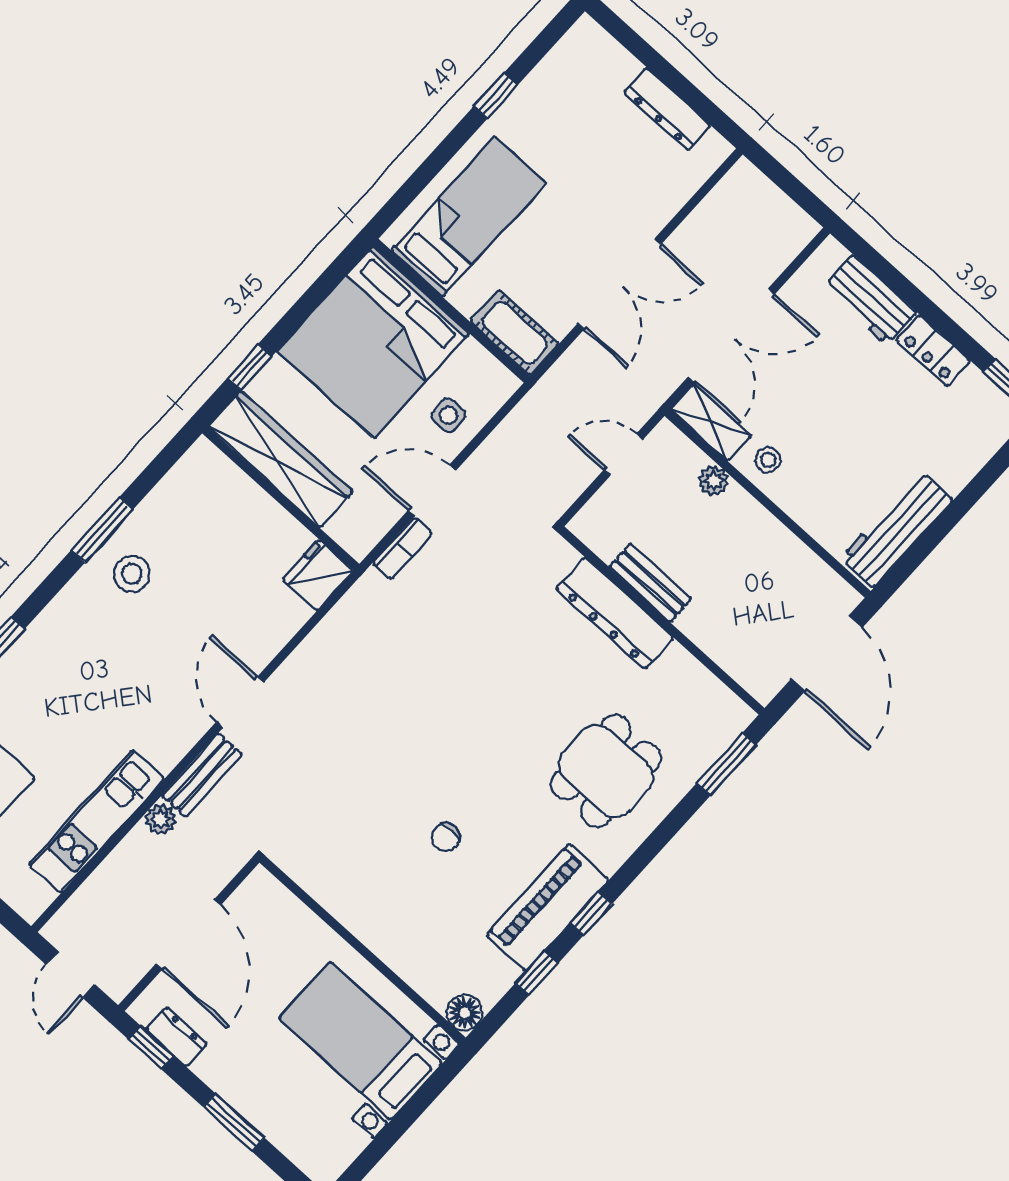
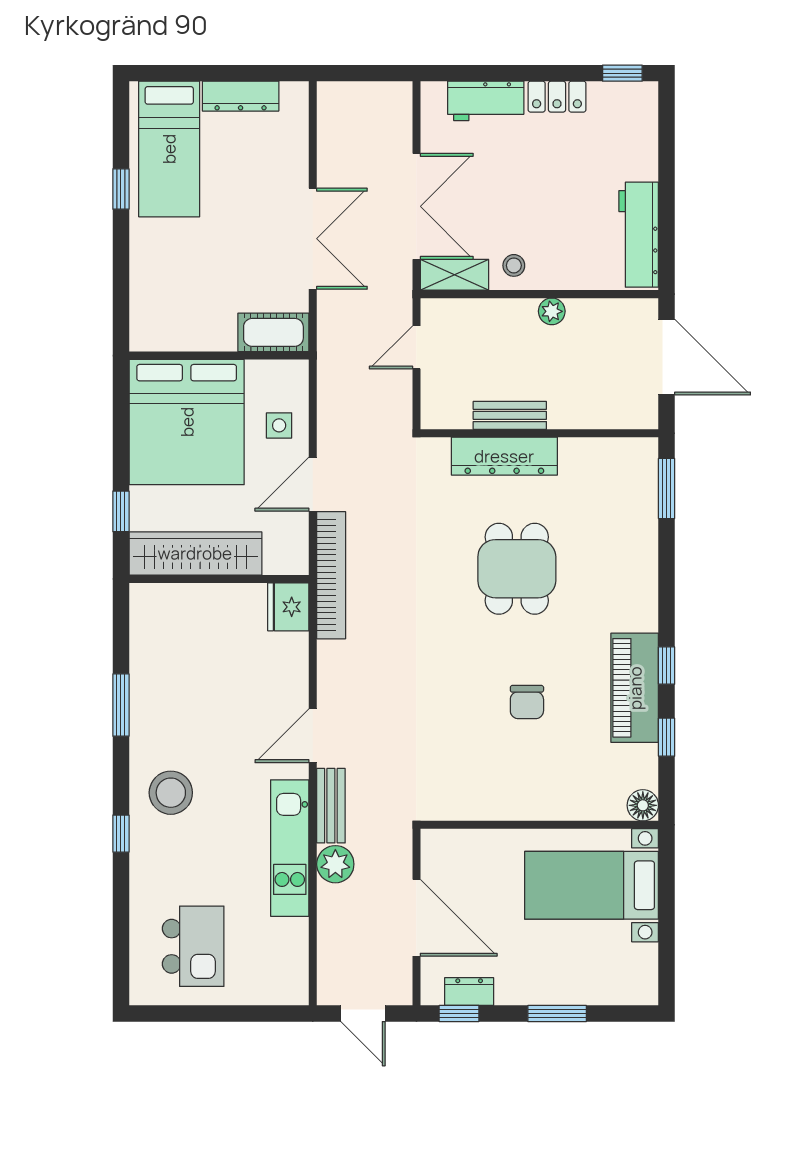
bed: (469, 217) -> (169, 149), moved, turned 180
plant: (714, 481) -> (552, 311), moved
bookcase: (403, 548) -> (331, 575), width x2.31, depth x1.31
stool: (132, 574) -> (171, 793), moved, width x1.38, depth x1.38
door: (240, 702) -> (313, 736), hinge flipped
dining table: (606, 771) -> (517, 569), moved
plant: (161, 819) -> (335, 864), width x1.38, depth x1.38
kitchen unit: (97, 821) -> (290, 848), moved
chair: (446, 837) -> (527, 702), width x1.37, depth x1.37

